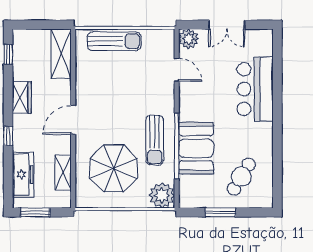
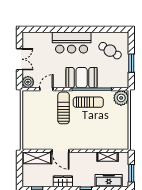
sun lounger: (114, 41) -> (64, 108), moved
bar counter: (255, 89) -> (72, 42), moved
door: (73, 120) -> (60, 151), moved
booth: (196, 148) -> (82, 78), moved
parasol: (114, 168) -> (105, 127), removed

